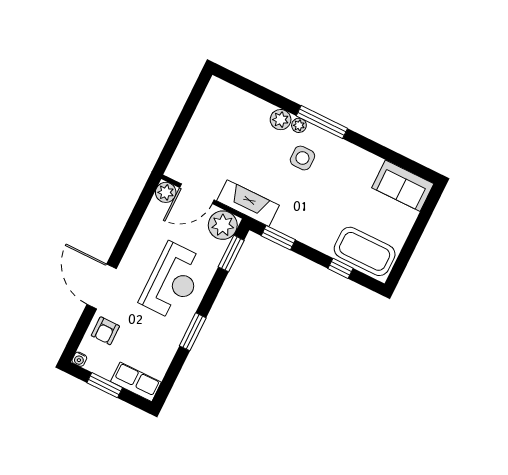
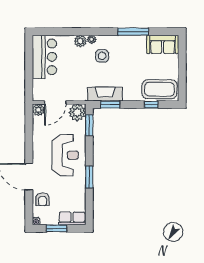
bar counter: (214, 117) -> (44, 57), added
window: (322, 122) -> (133, 32), moved
fireplace: (248, 203) -> (105, 94), moved

